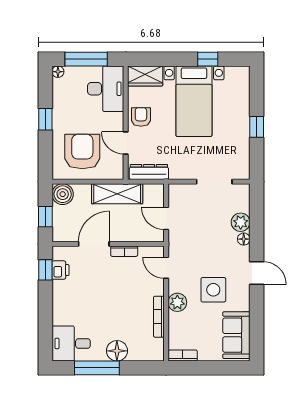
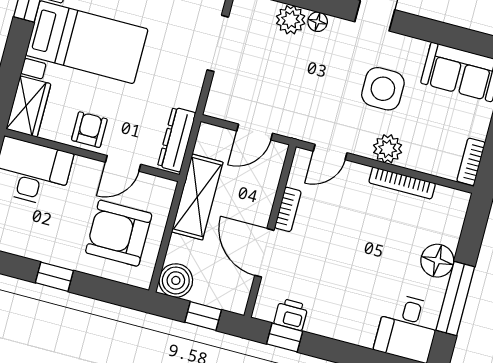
armchair: (141, 117) -> (89, 130), turned 90

